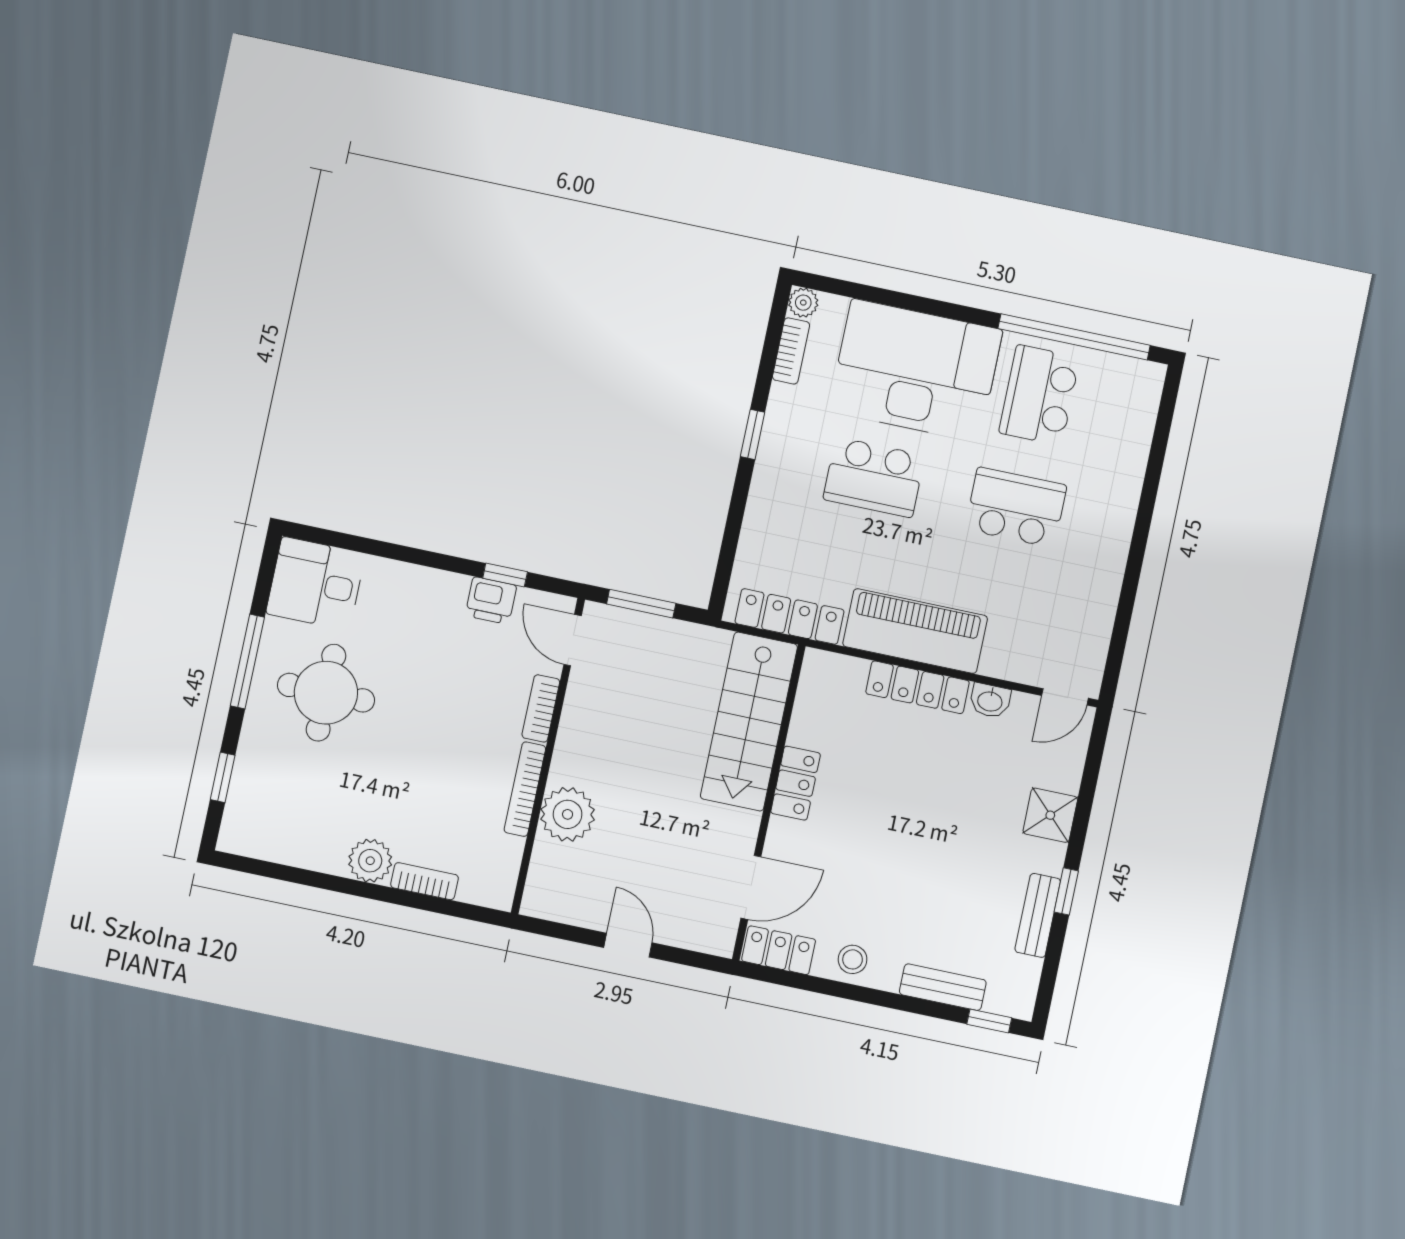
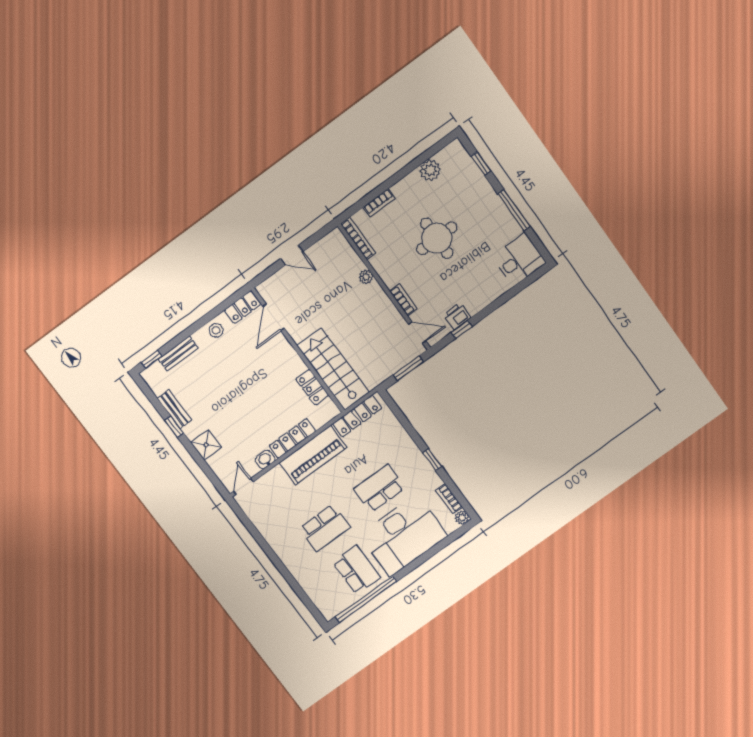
round table: (326, 693) -> (437, 238), moved
locker: (796, 783) -> (312, 387), moved
bookcase: (525, 789) -> (358, 238), moved
plant: (568, 814) -> (366, 277), width x0.53, depth x0.53
plant: (370, 861) -> (430, 170), moved

